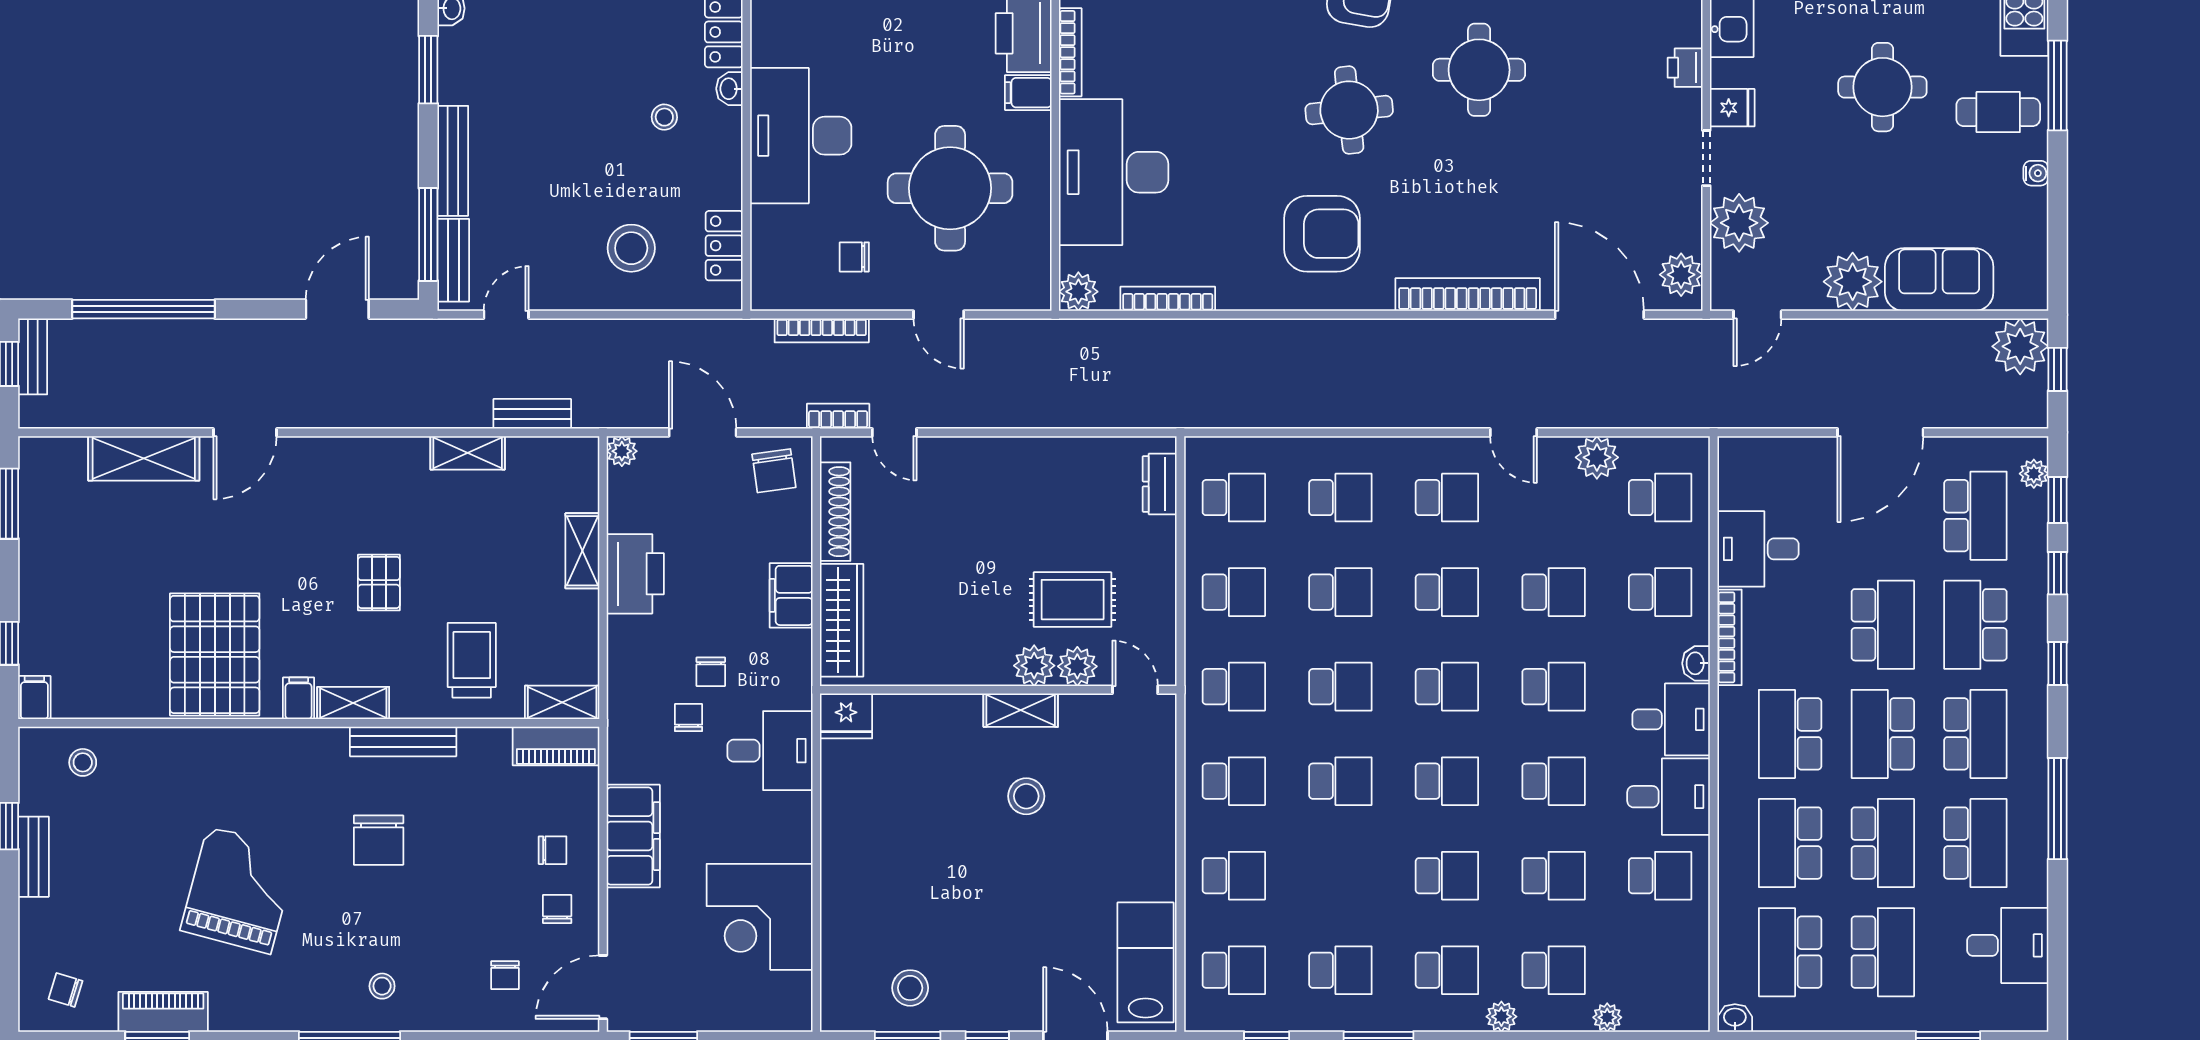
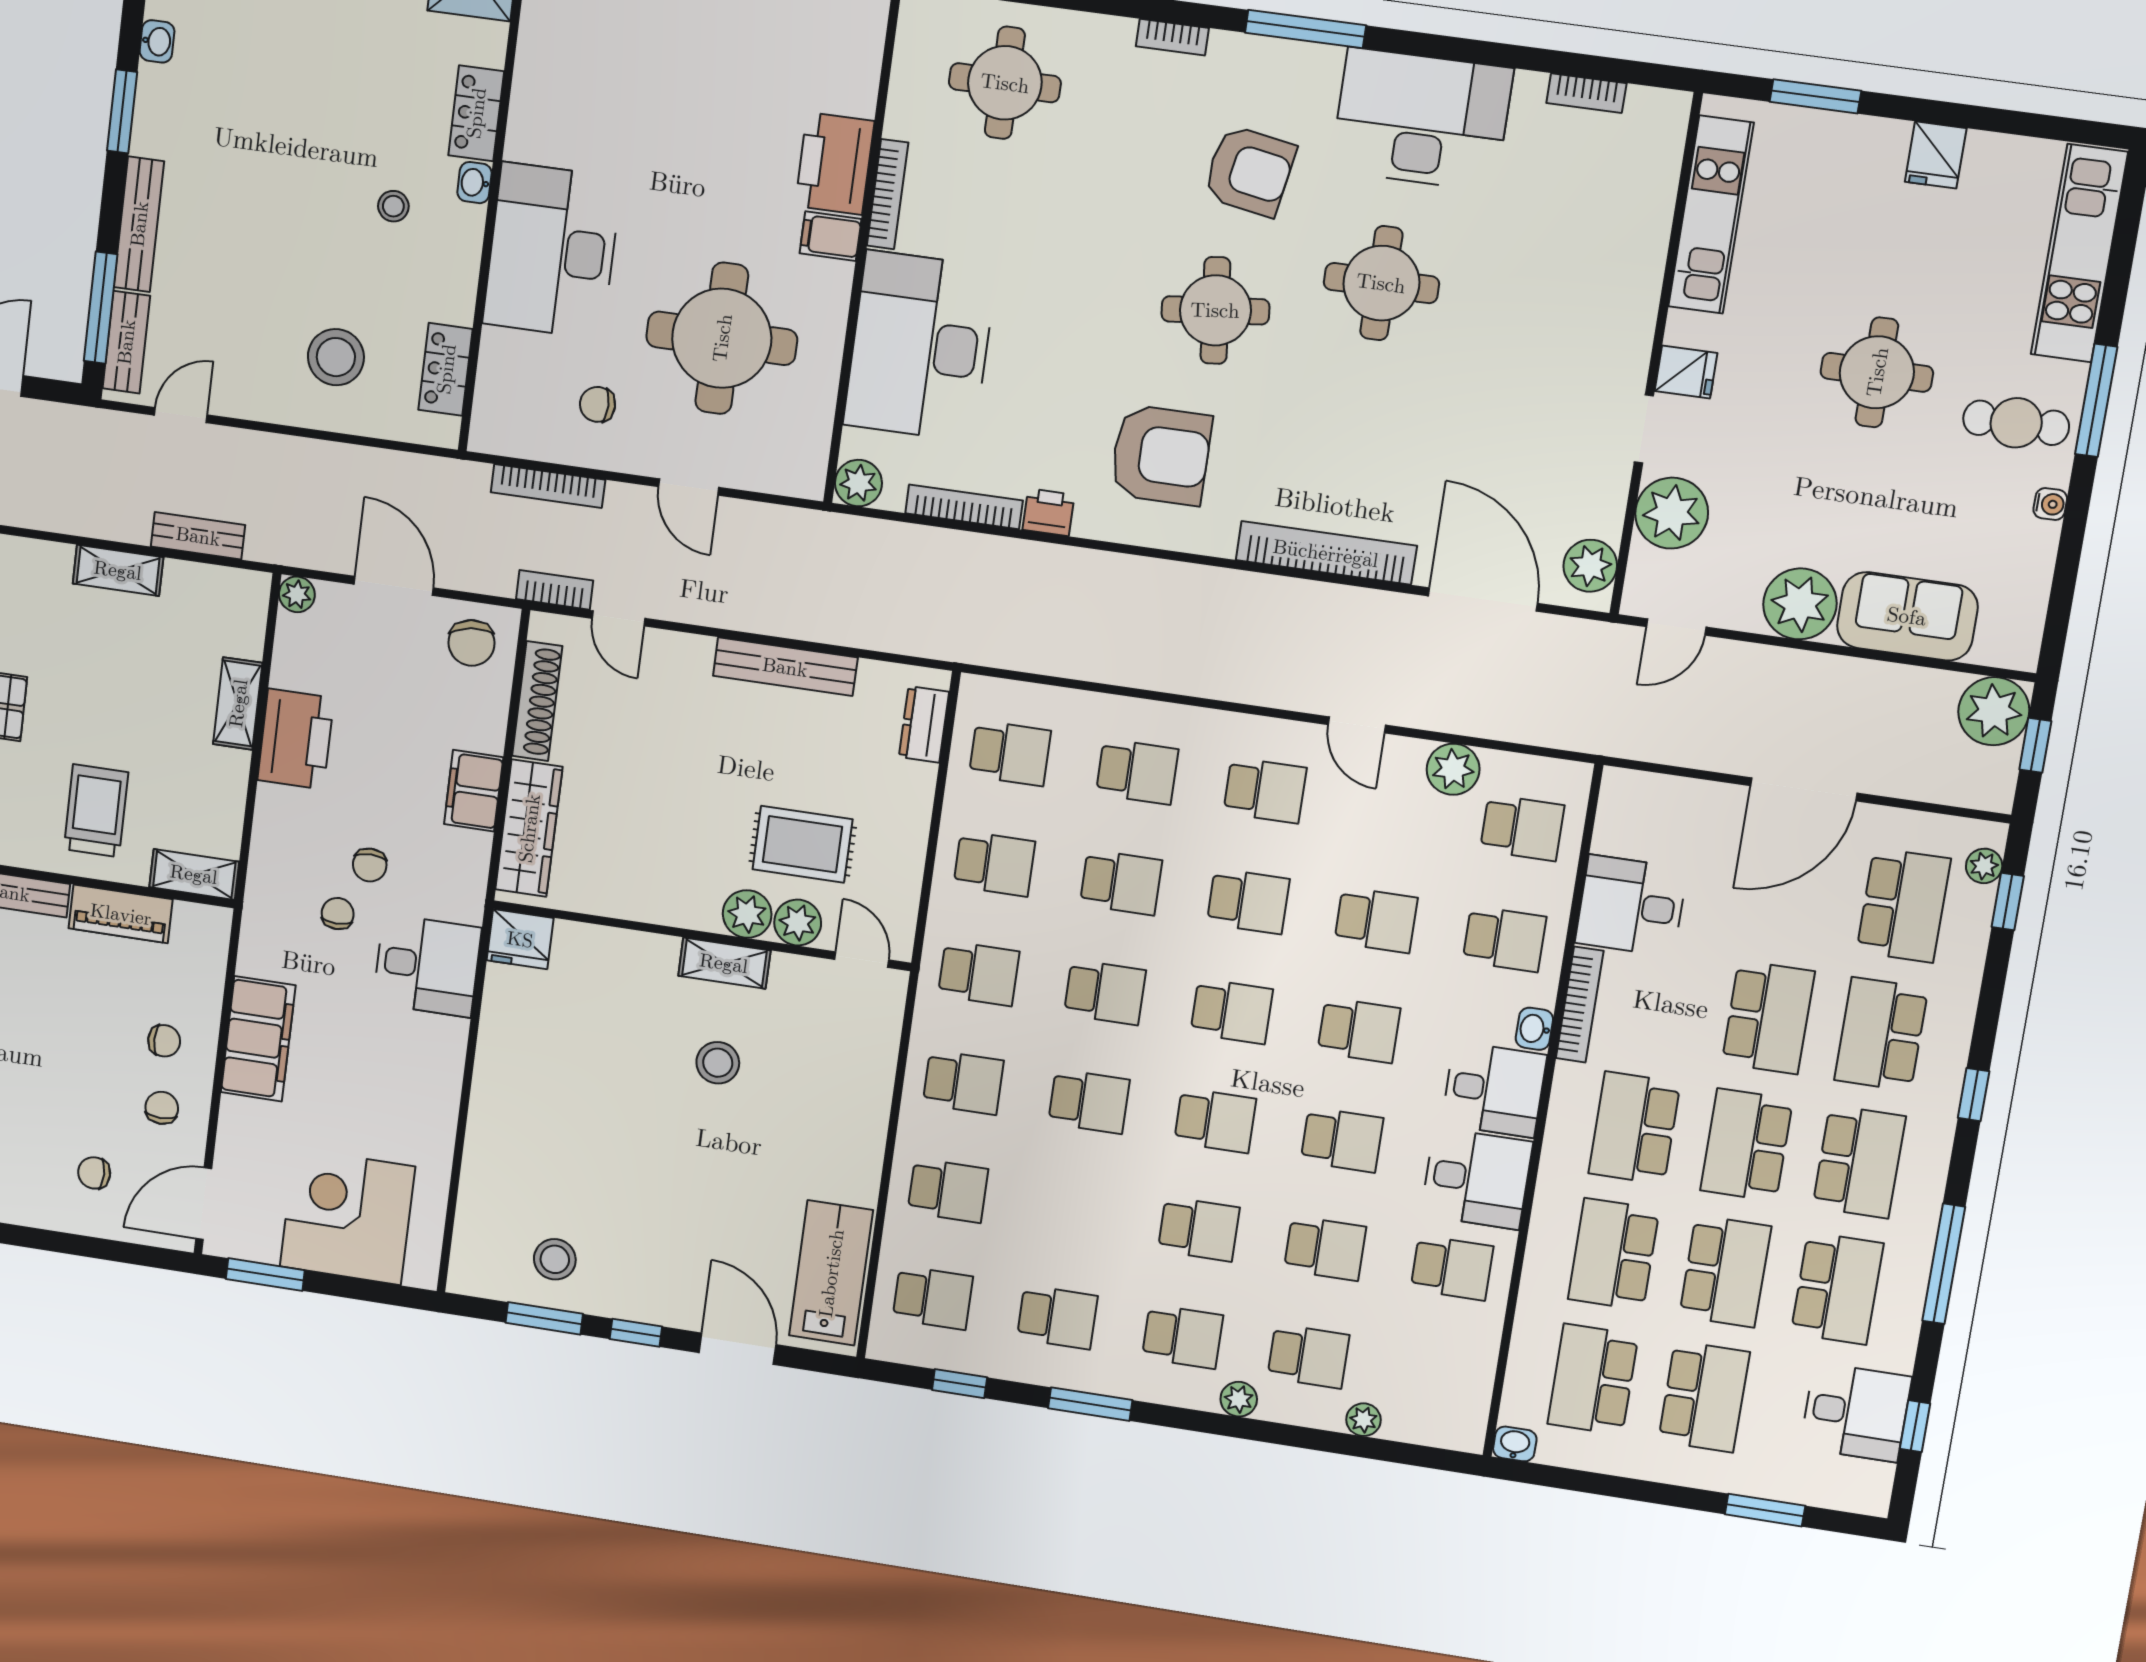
printer: (1685, 68) -> (1048, 512), moved, turned 90
bench: (1038, 453) -> (785, 667), added
window: (2057, 573) -> (1915, 1426), moved
piano: (556, 746) -> (121, 914), moved
corner desk: (760, 917) -> (347, 1217), moved, turned 90
chair: (505, 975) -> (94, 1173), turned 90

